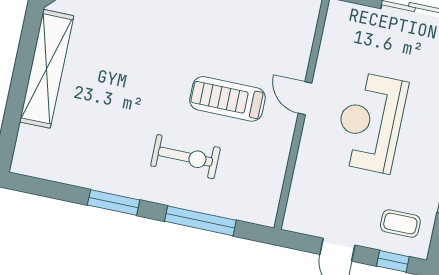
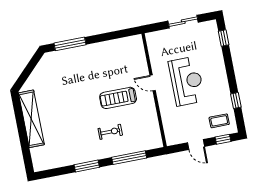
reception desk: (371, 122) -> (187, 81), turned 180
exercise bike: (185, 157) -> (110, 132), width x0.73, depth x0.72

